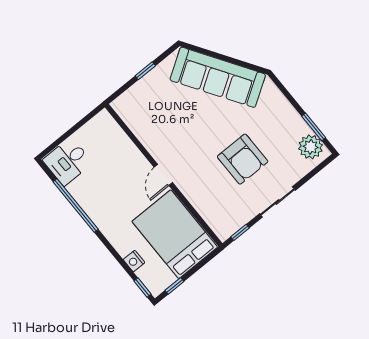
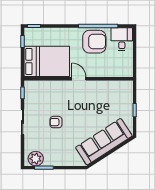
armchair: (243, 159) -> (56, 122), width x0.53, depth x0.53
armchair: (100, 194) -> (94, 42), added
nightstand: (134, 261) -> (50, 32), removed

